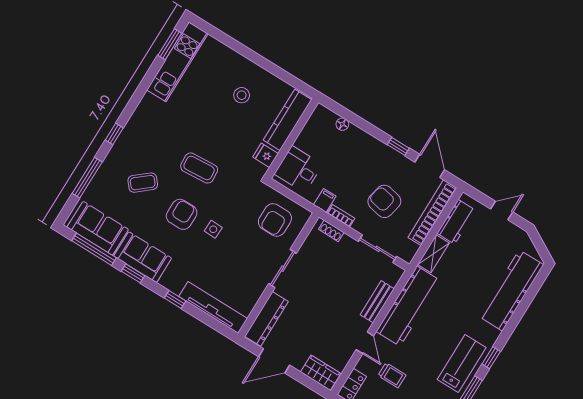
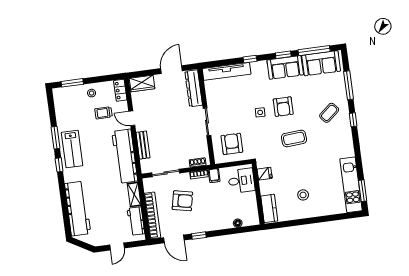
kitchen counter: (287, 120) -> (269, 208), width x0.67
coffee table: (143, 183) -> (329, 113), moved

